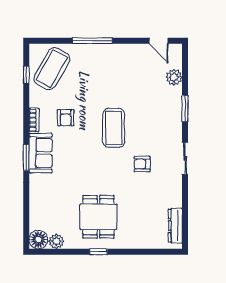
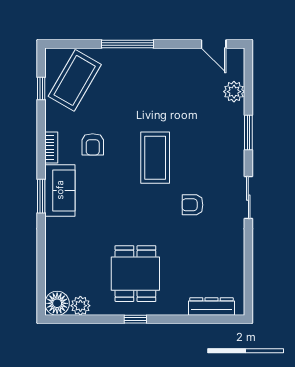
dresser: (175, 226) -> (211, 306), moved, turned 90

